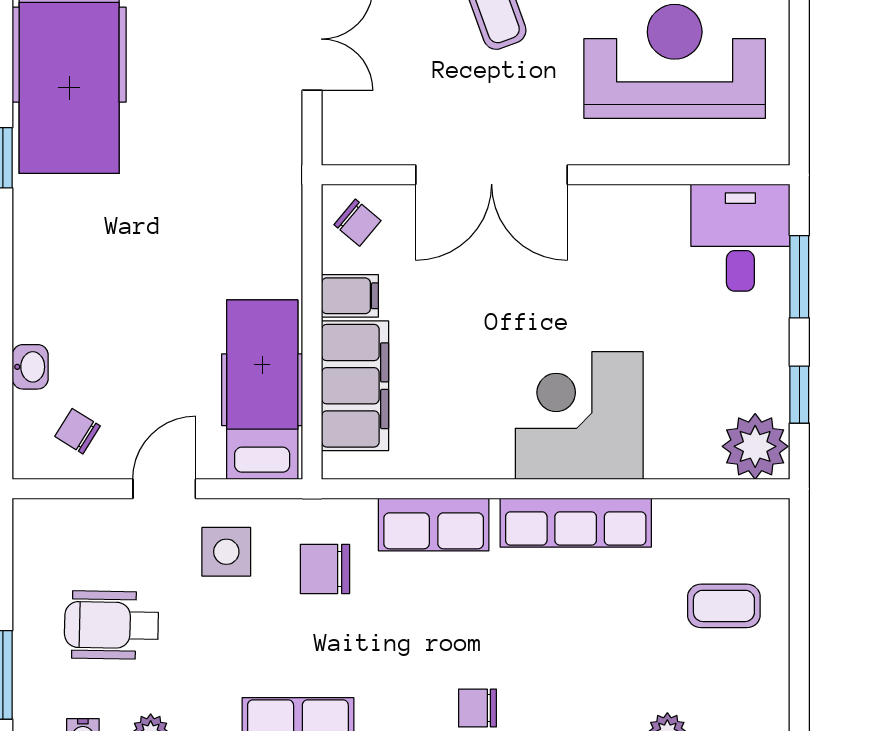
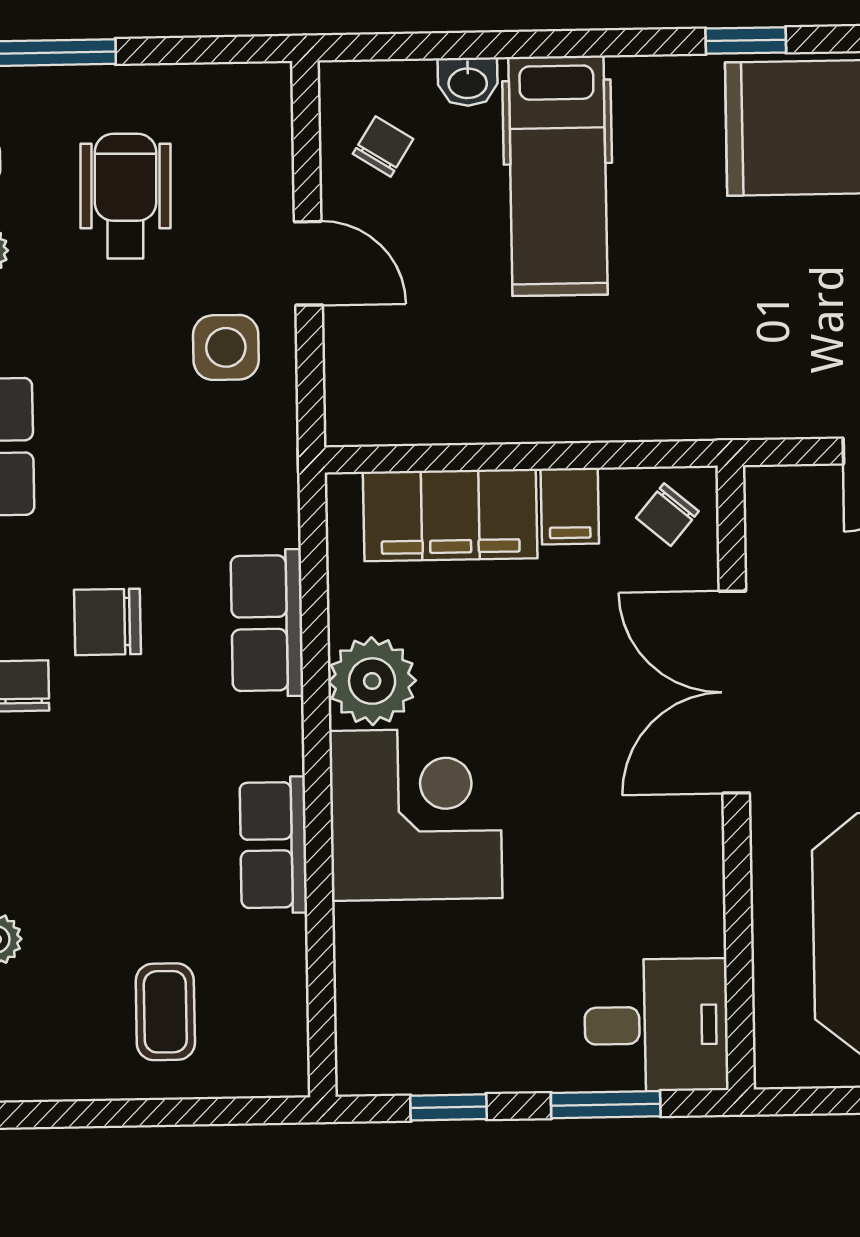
hospital bed: (262, 390) -> (558, 176), moved, turned 90
plant: (755, 446) -> (372, 681), moved
row of seats: (576, 523) -> (273, 845), width x0.68
chair: (325, 569) -> (108, 622), moved, turned -90

